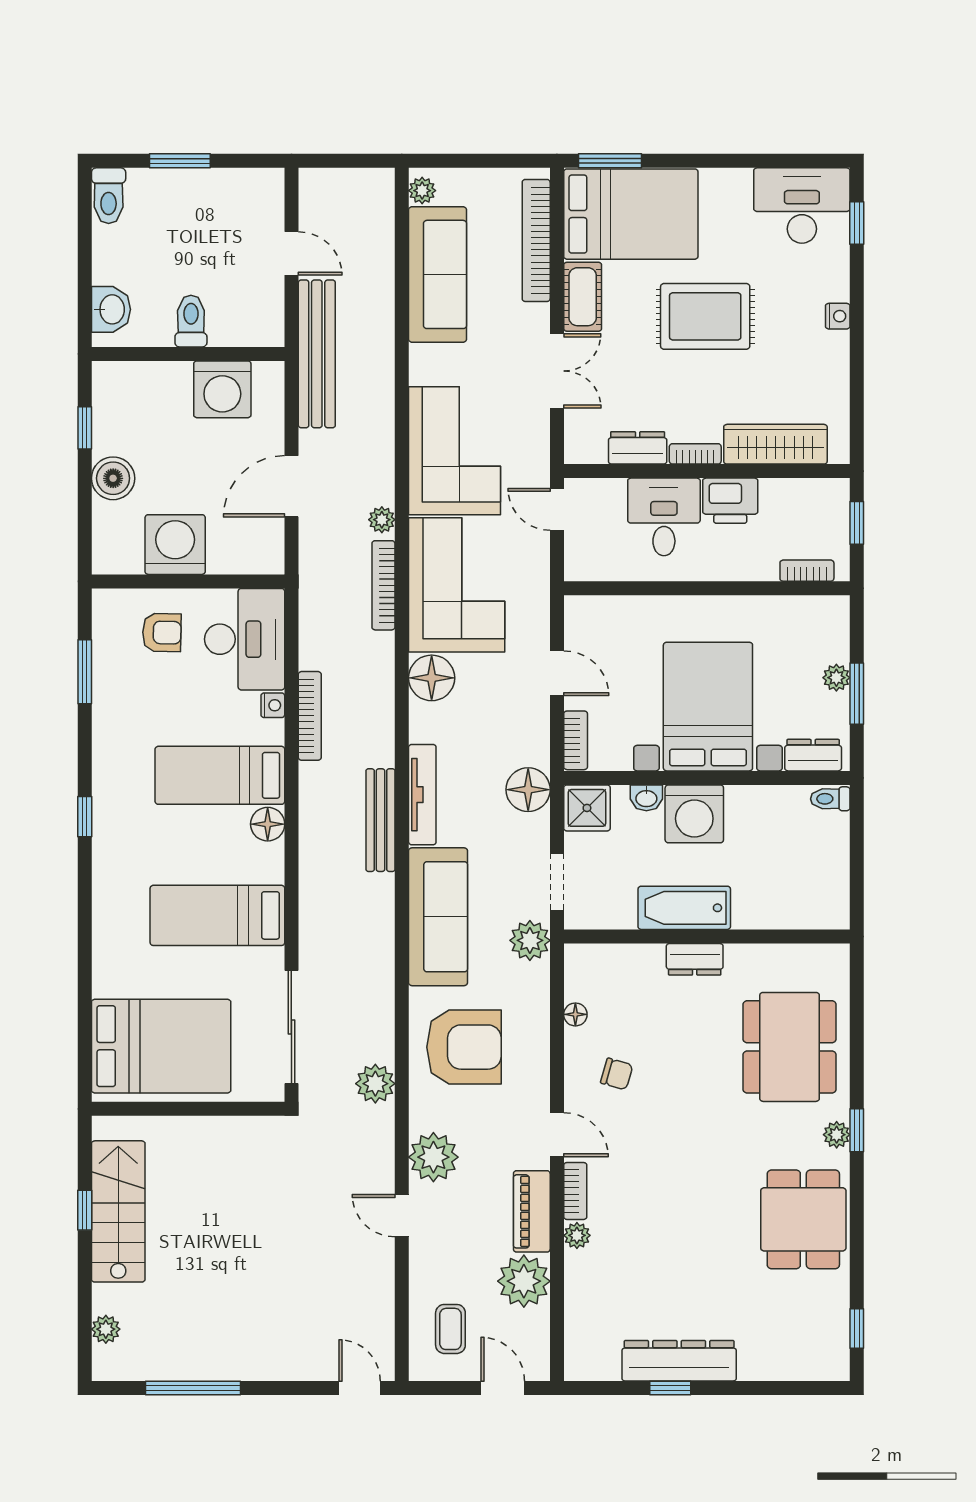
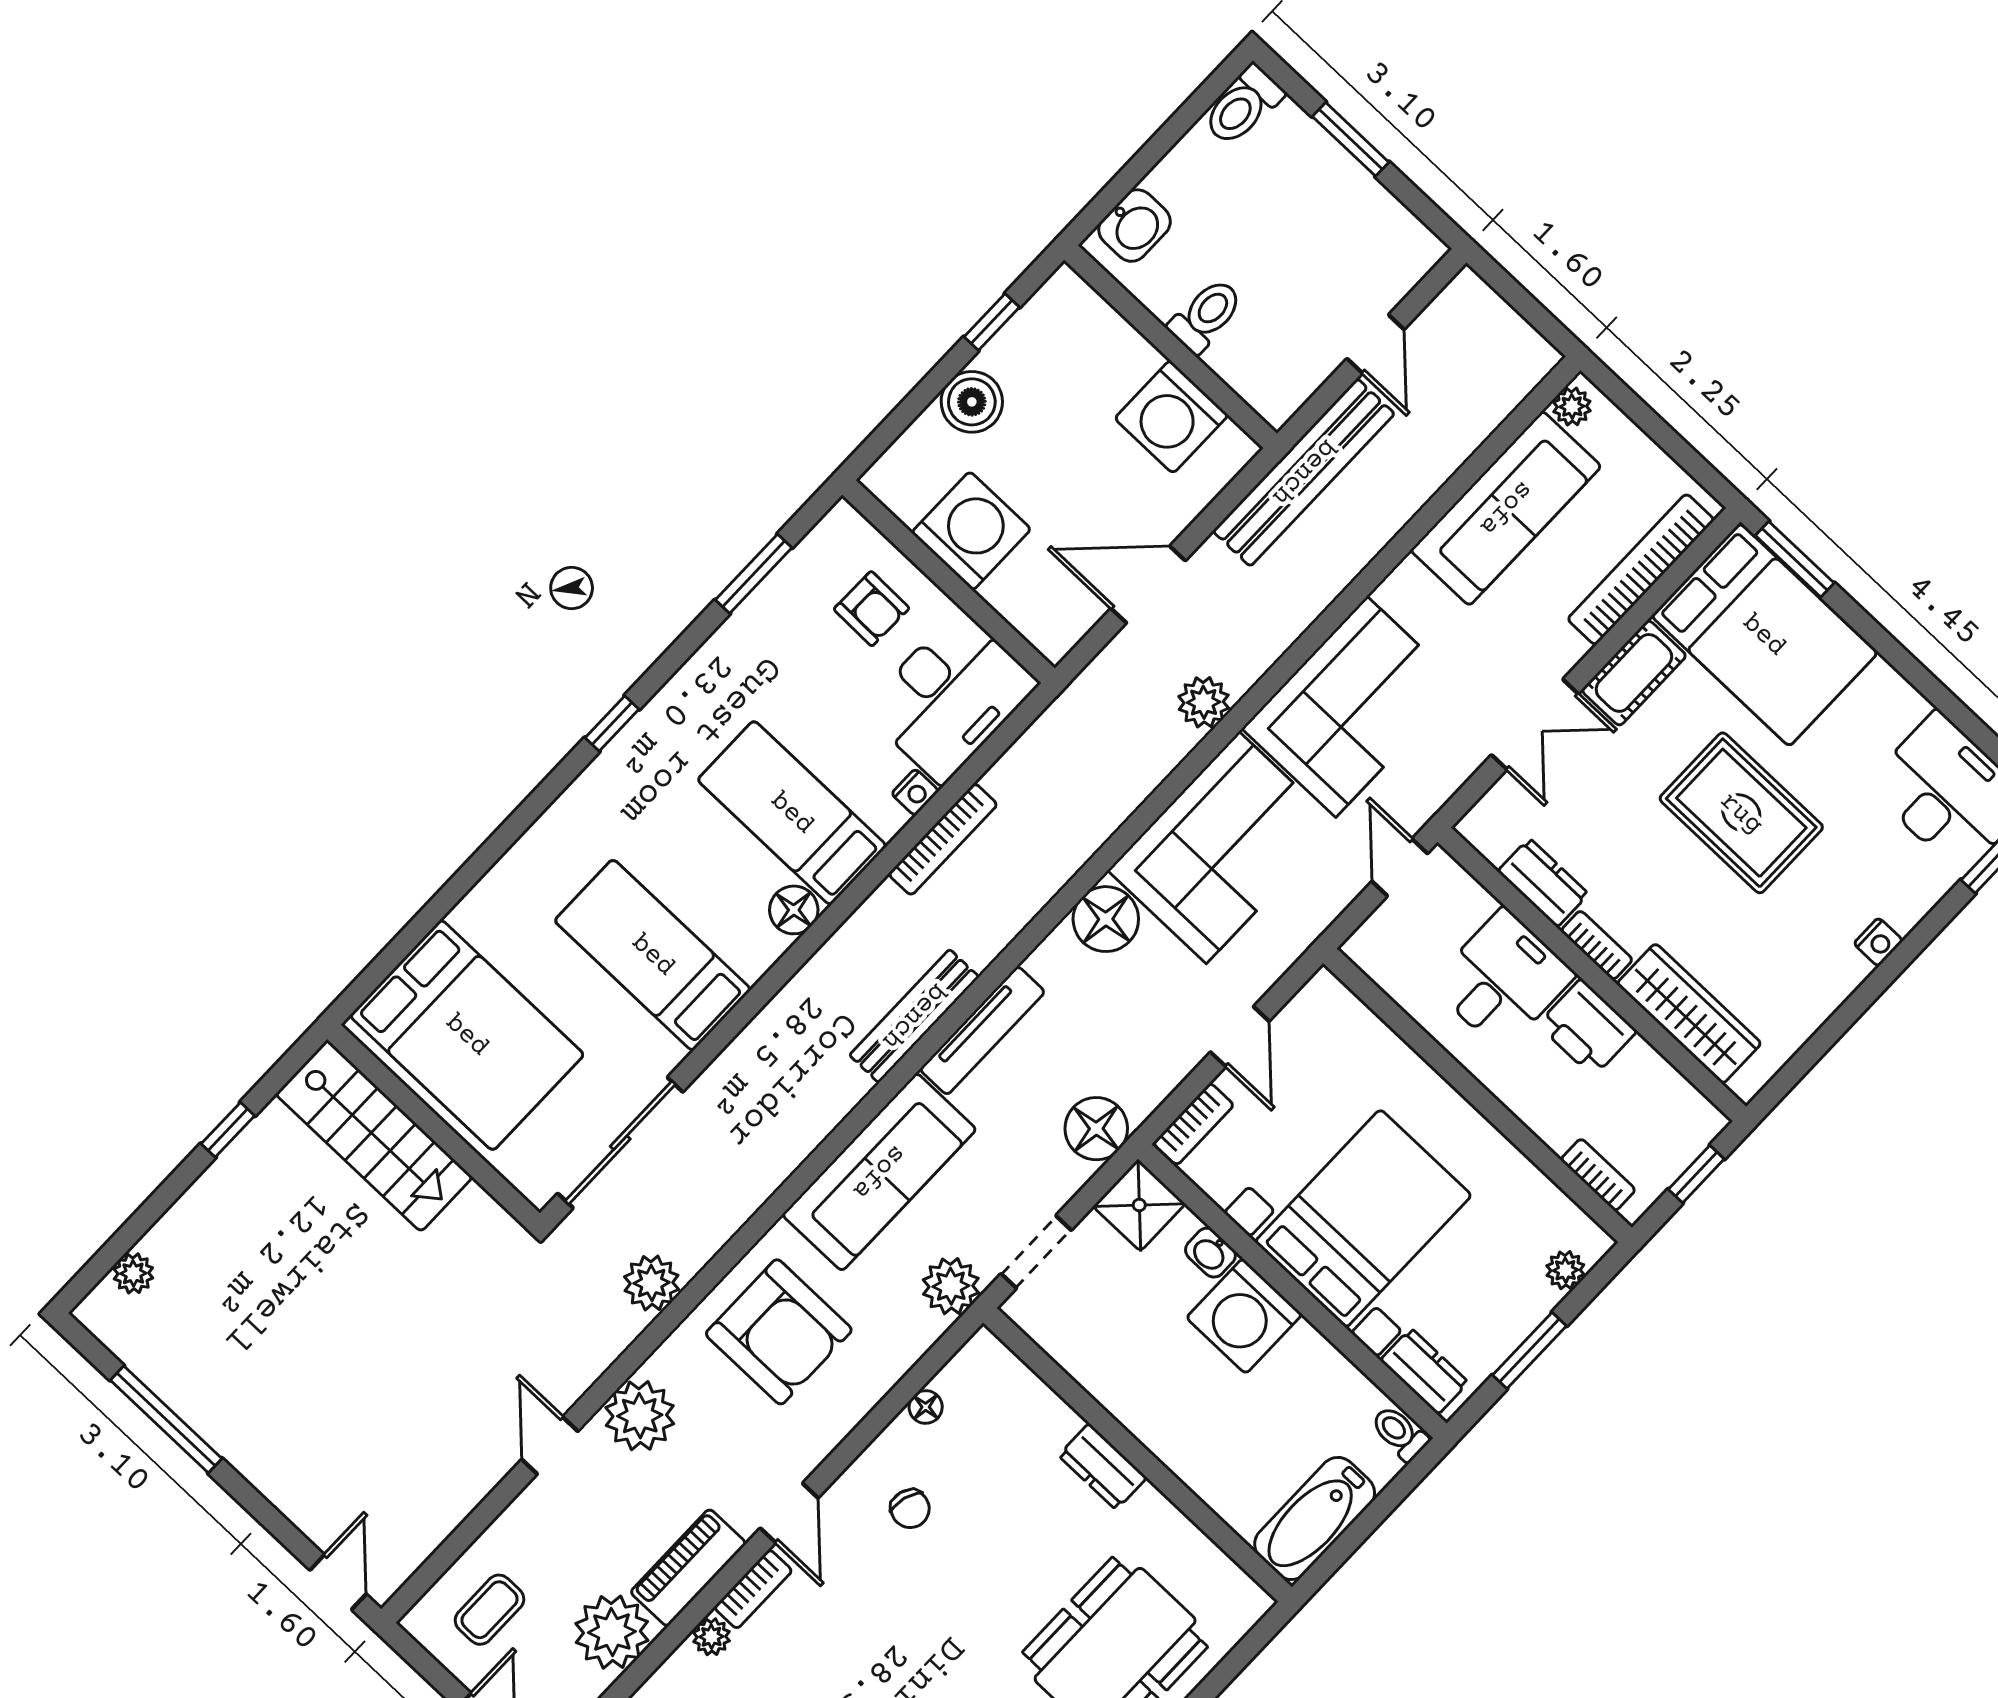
plant: (382, 520) -> (1204, 702), width x1.38, depth x1.38
bookcase: (383, 585) -> (1146, 776), removed
plant: (836, 678) -> (1565, 1270), moved
bathtub: (684, 908) -> (1315, 1519), moved, turned -90
stairs: (118, 1211) -> (374, 1136), moved, turned 90

